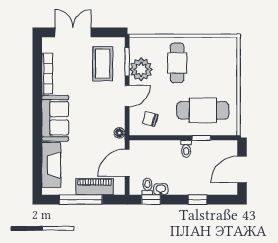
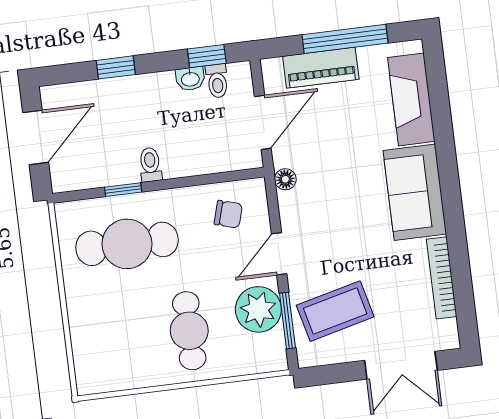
coffee table: (103, 64) -> (335, 311), turned 76

